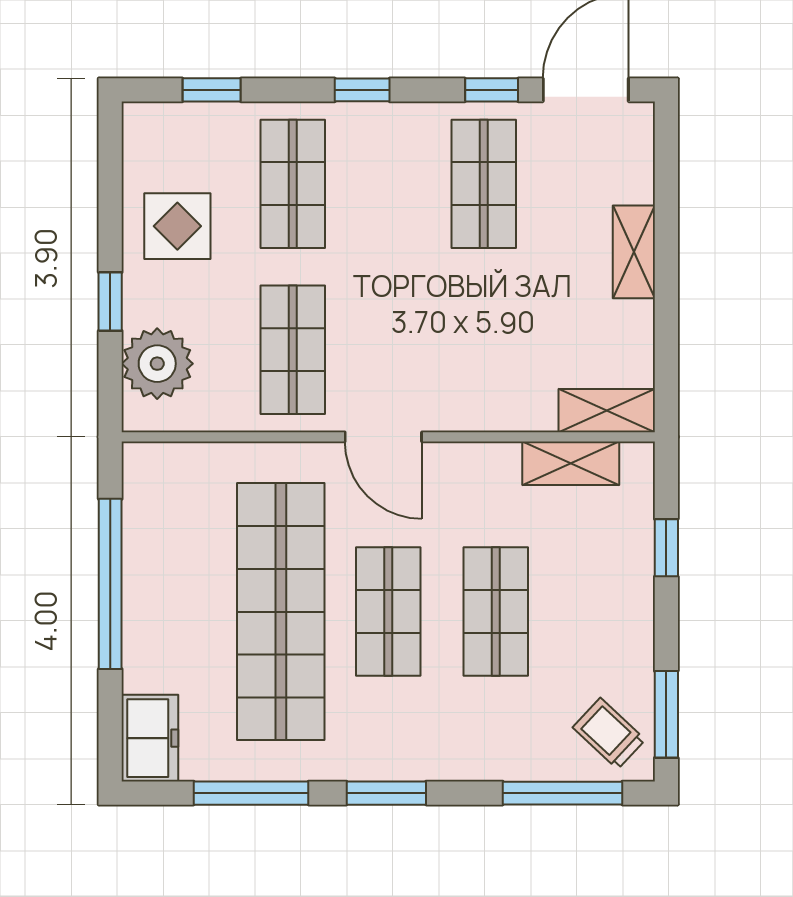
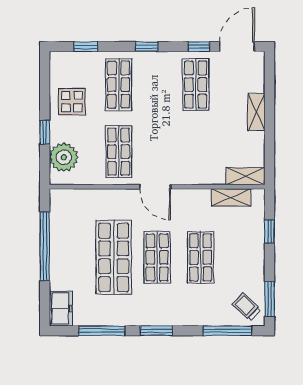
shop shelf: (281, 612) -> (114, 257), width x0.71

